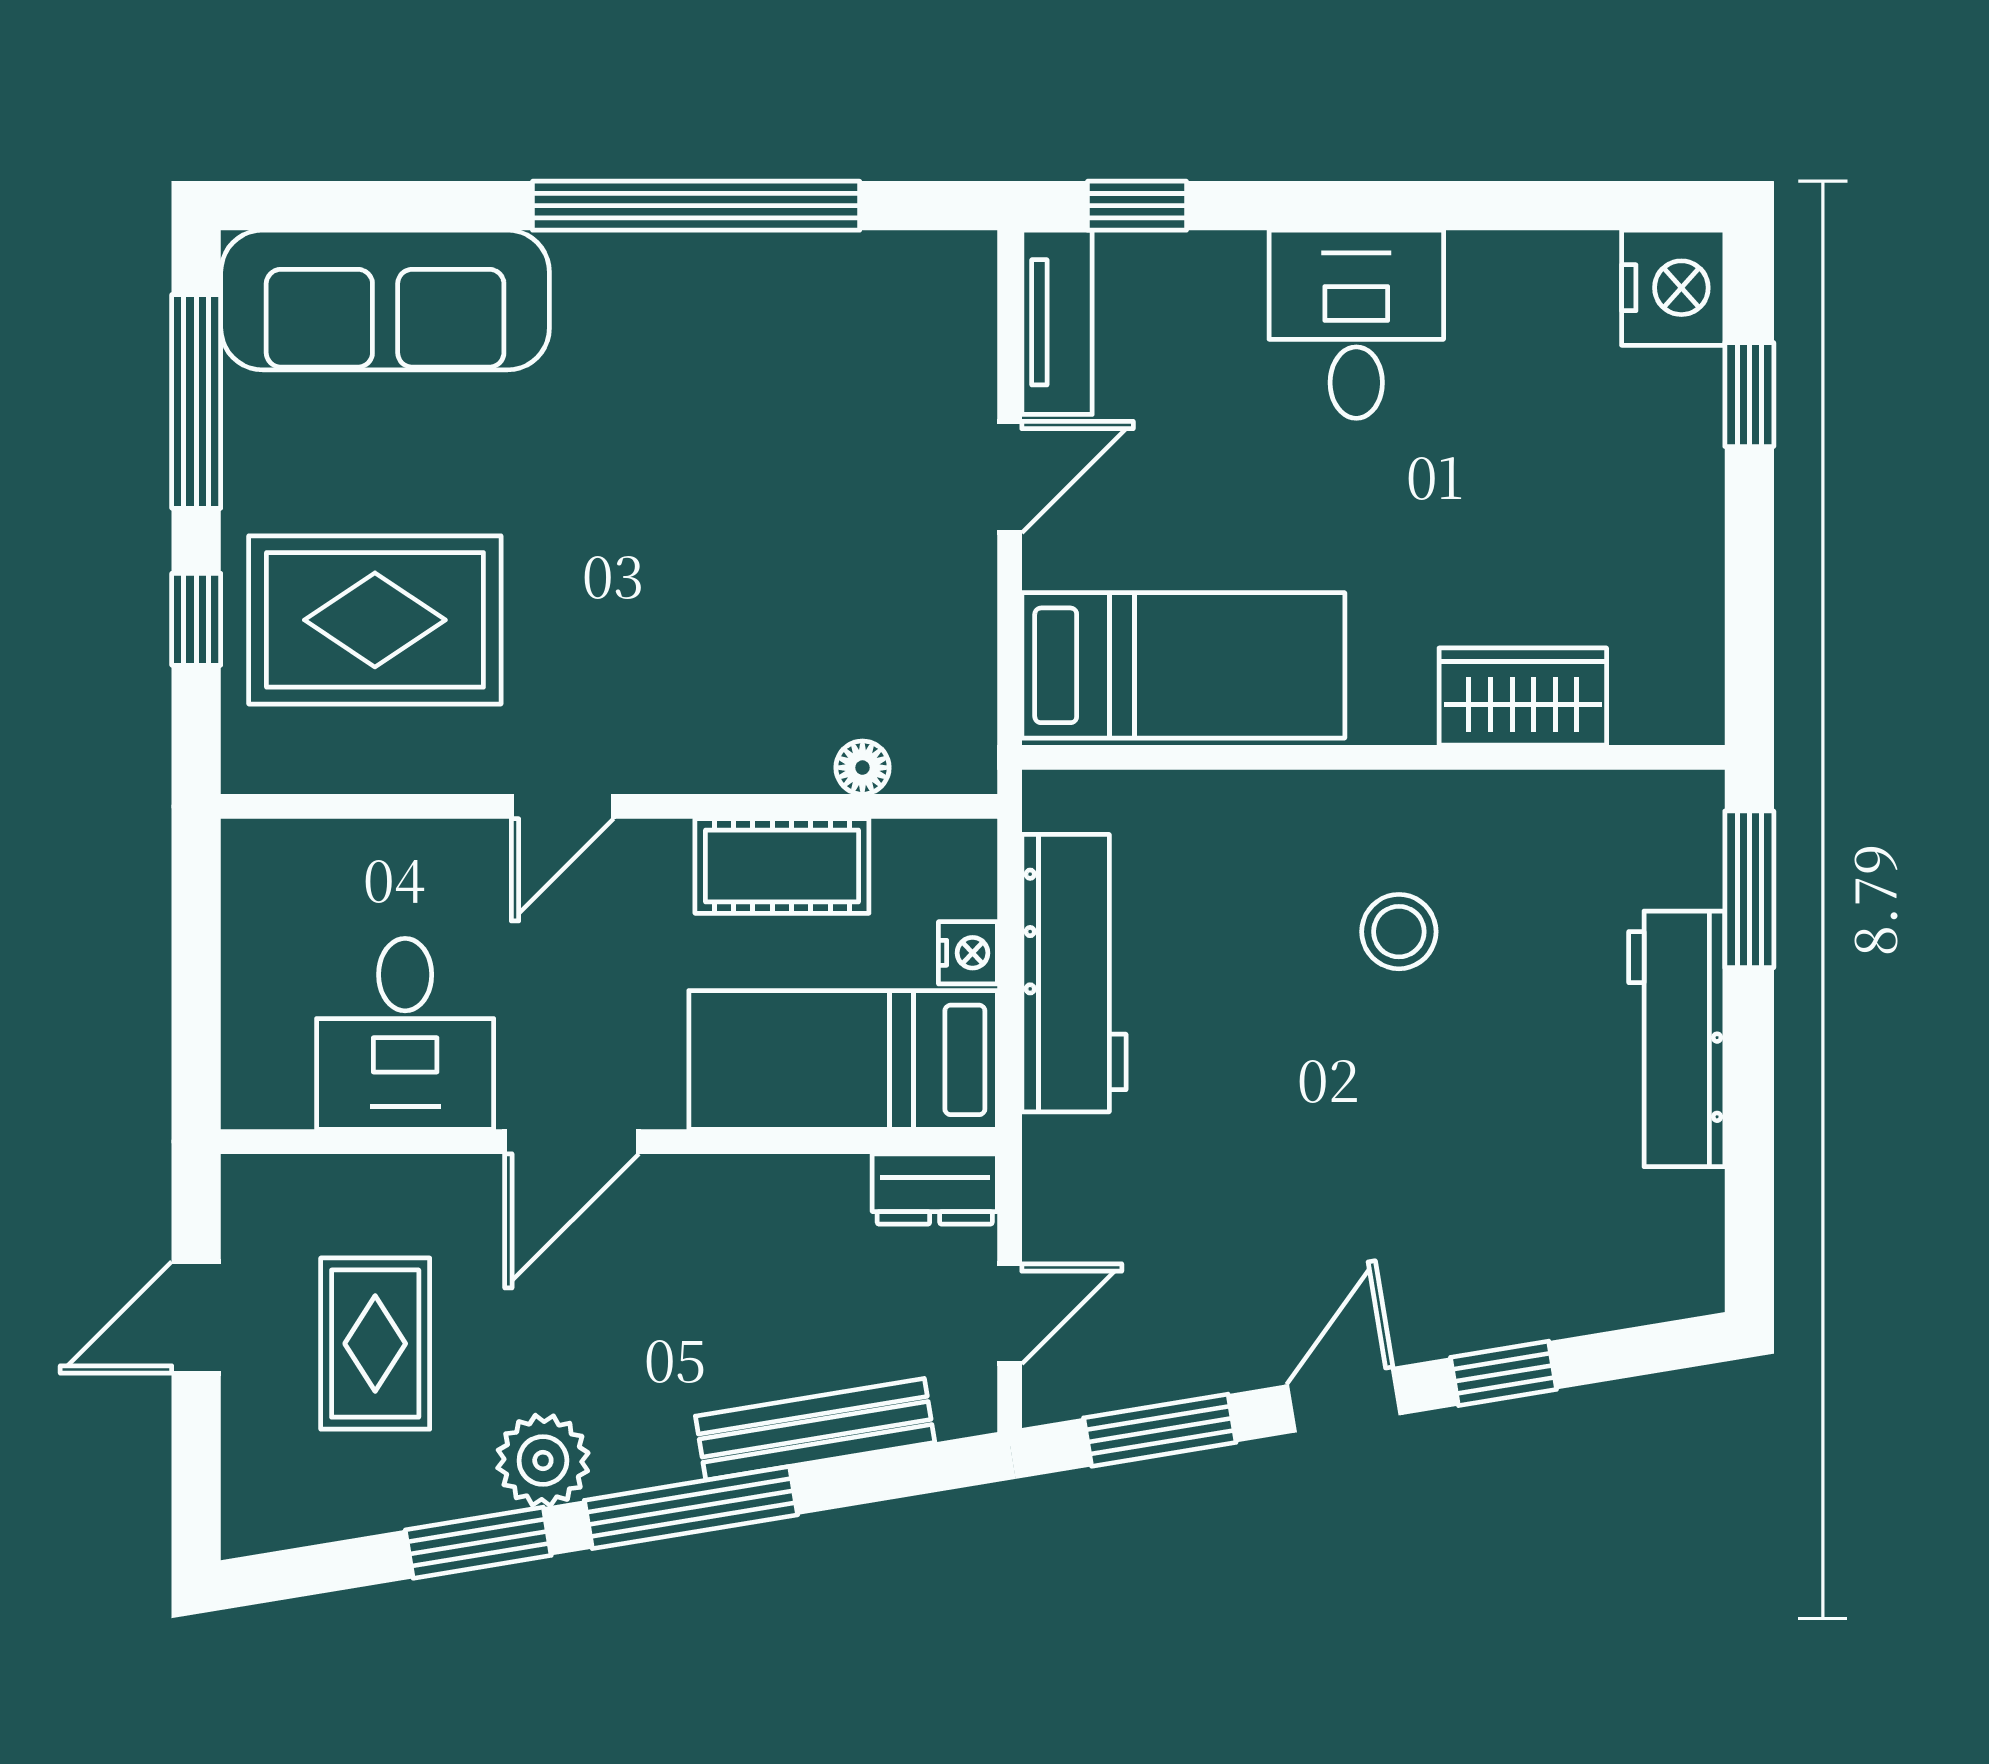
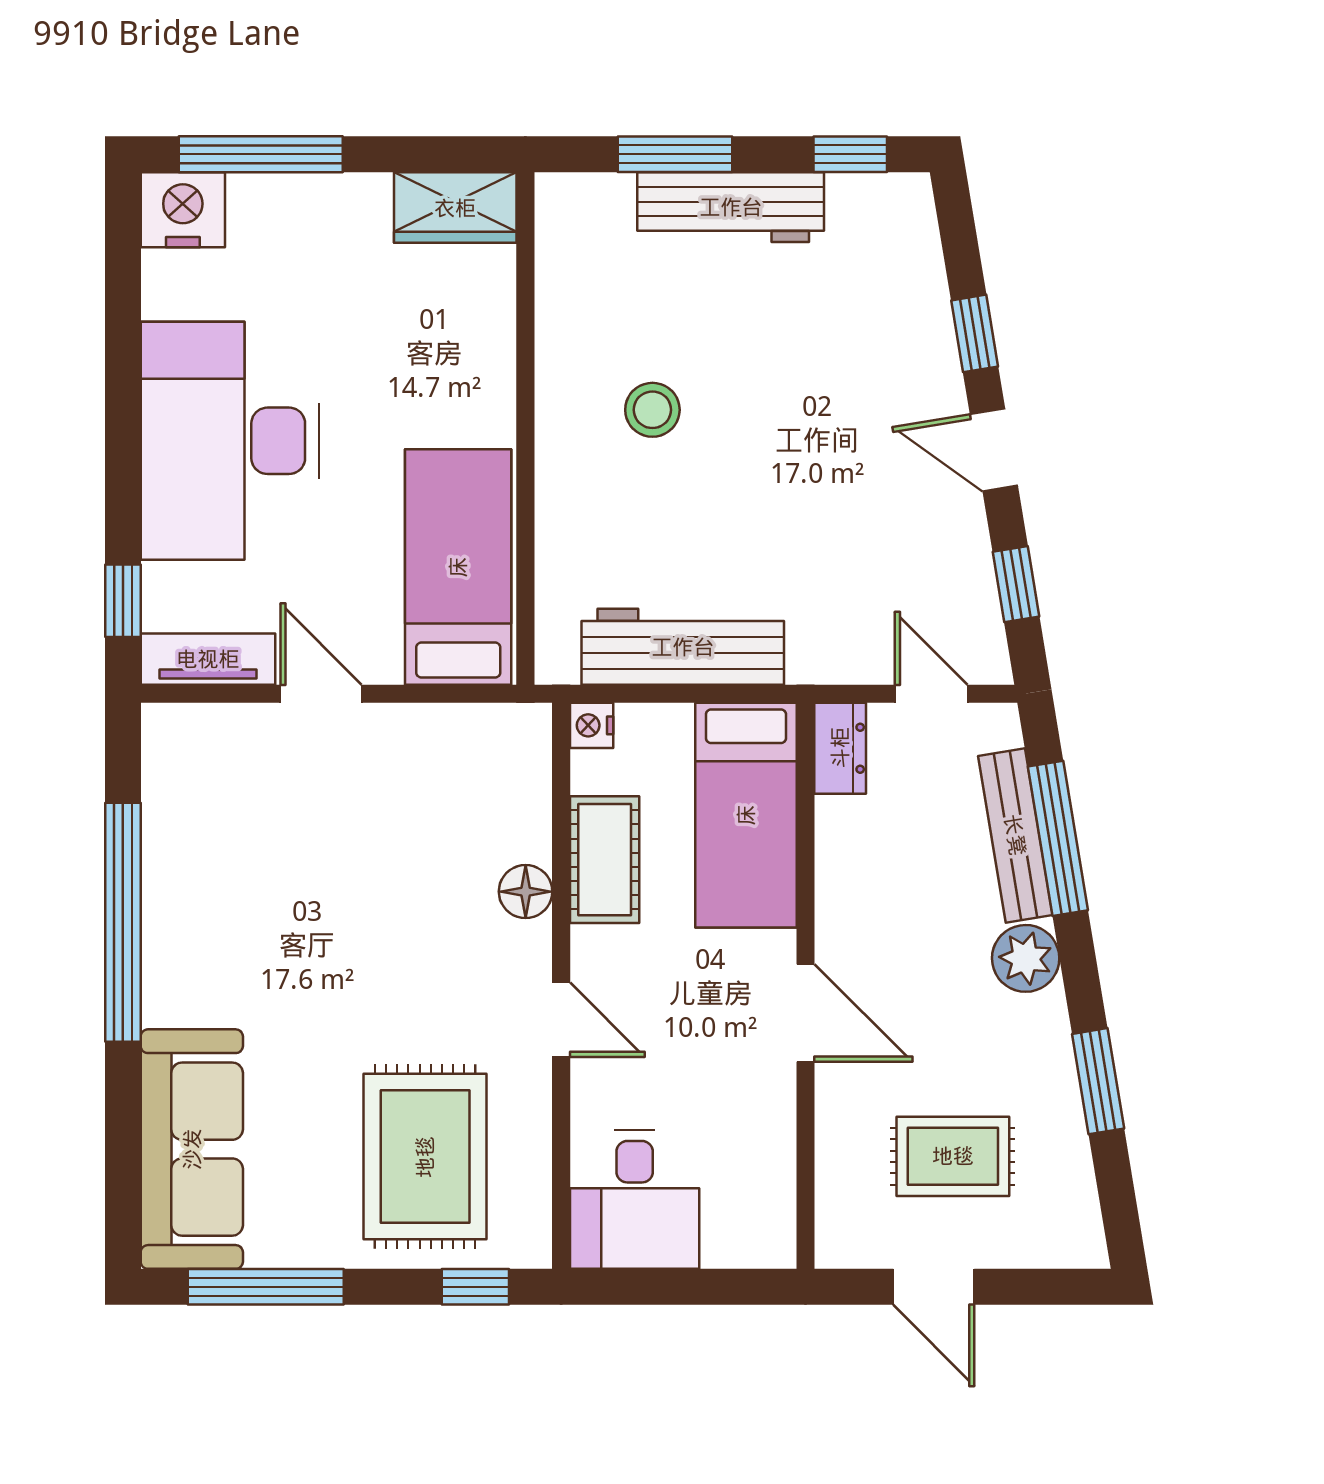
desk: (1356, 324) -> (230, 441), width x1.87, depth x1.30
window: (1749, 395) -> (261, 154), width x2.17
window: (196, 619) -> (475, 1287), moved
wardrobe: (1523, 697) -> (455, 208), moved, turned -90
floor lamp: (862, 768) -> (526, 892), moved, width x1.37, depth x1.37
window: (1749, 889) -> (675, 154), moved
nightstand: (968, 953) -> (592, 725), moved, turned -90
desk: (405, 1034) -> (635, 1199), moved, turned 90
window: (1749, 1203) -> (850, 154), added
window: (1160, 1430) -> (1016, 584), width x0.67
plant: (543, 1460) -> (1026, 958), moved
window: (691, 1508) -> (1058, 838), moved

